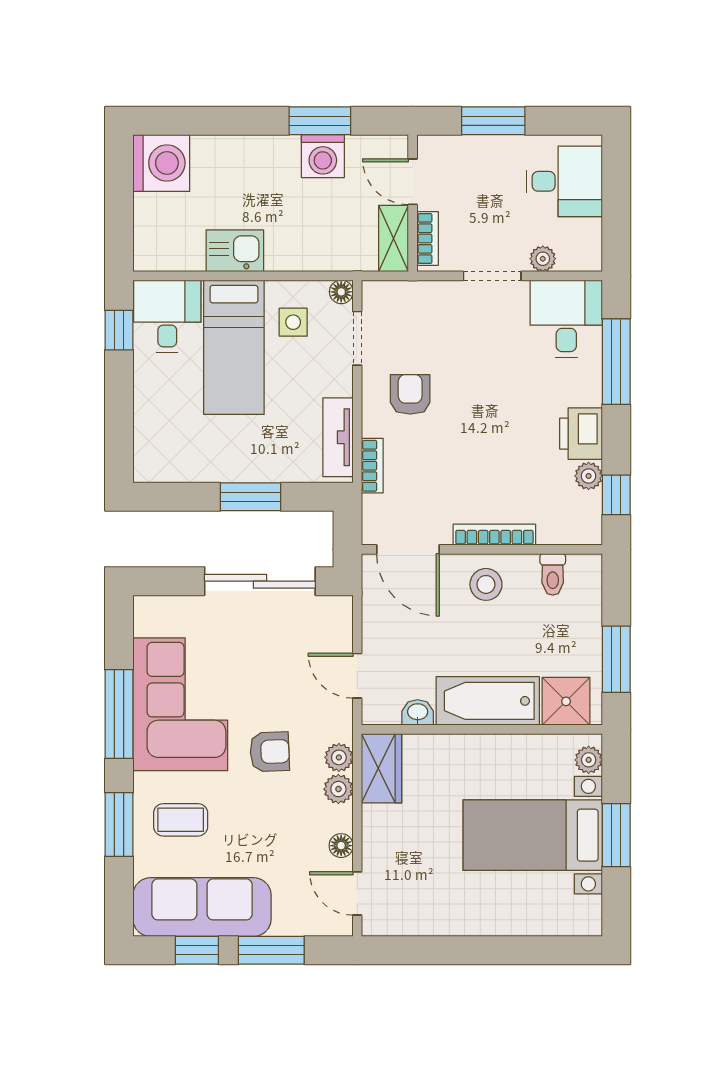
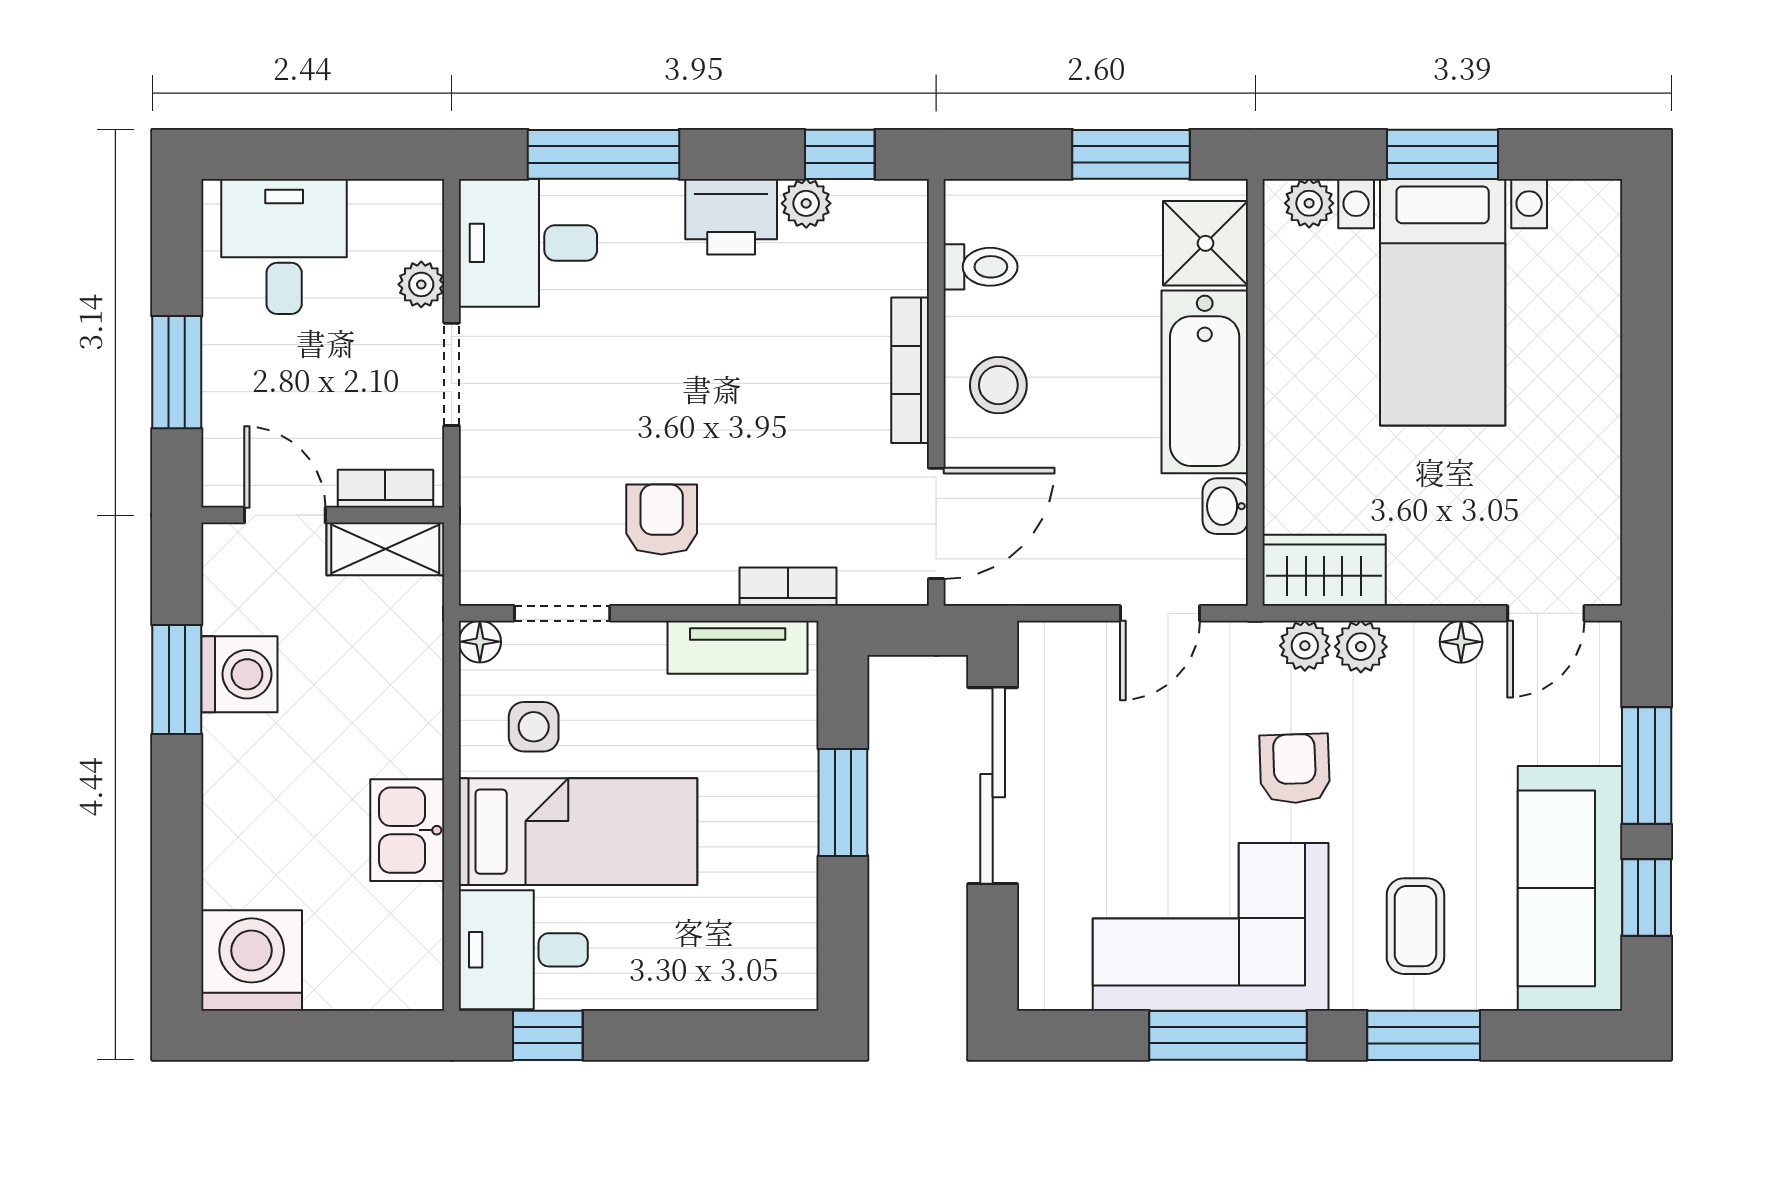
door: (413, 182) -> (285, 515), swing flipped
armchair: (410, 394) -> (662, 519), turned 90

